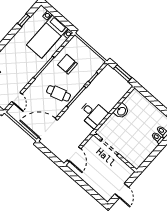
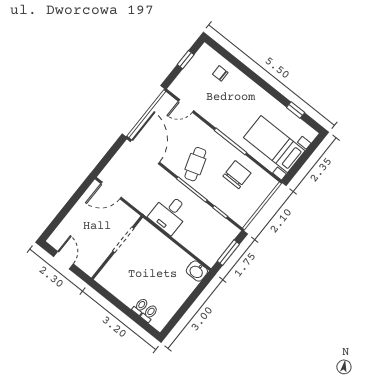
washbasin: (121, 111) -> (197, 271), moved
door: (122, 191) -> (63, 260), swing flipped

